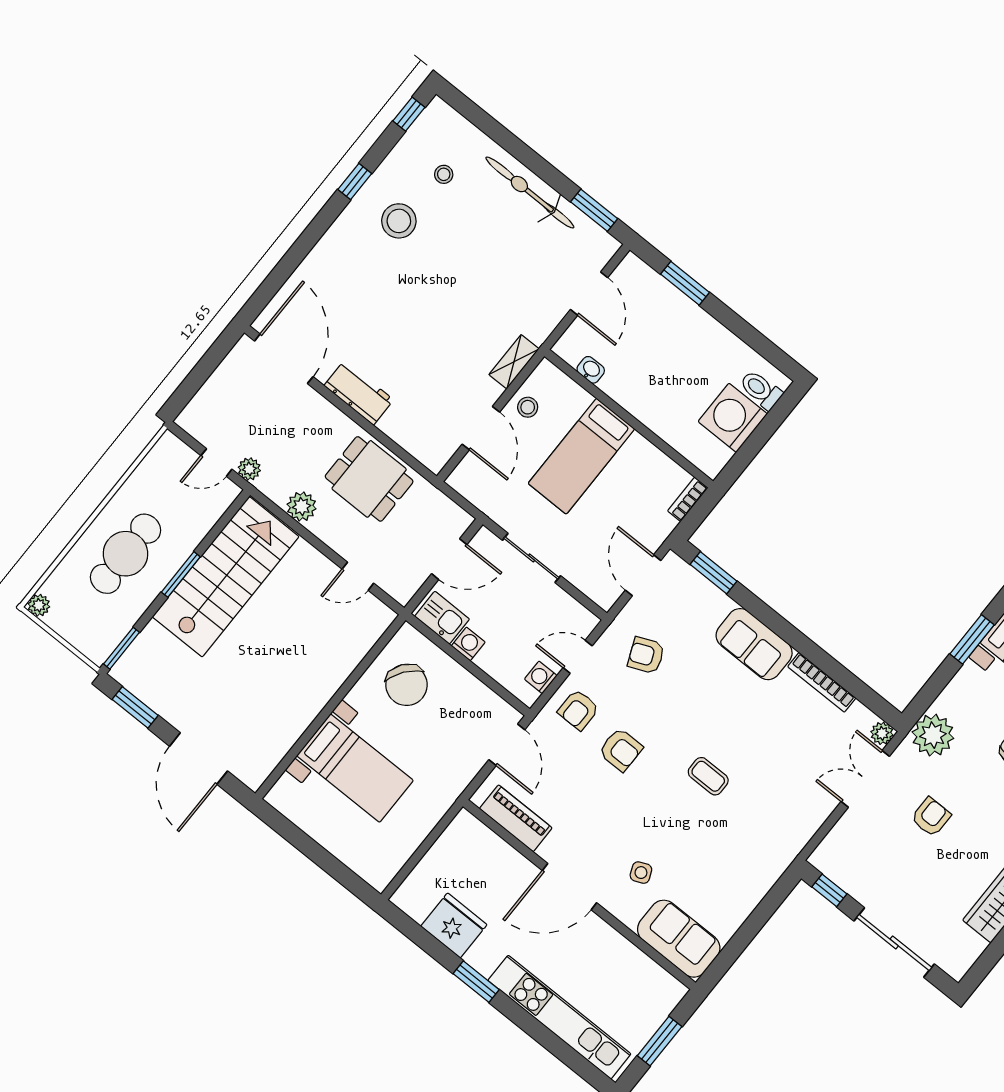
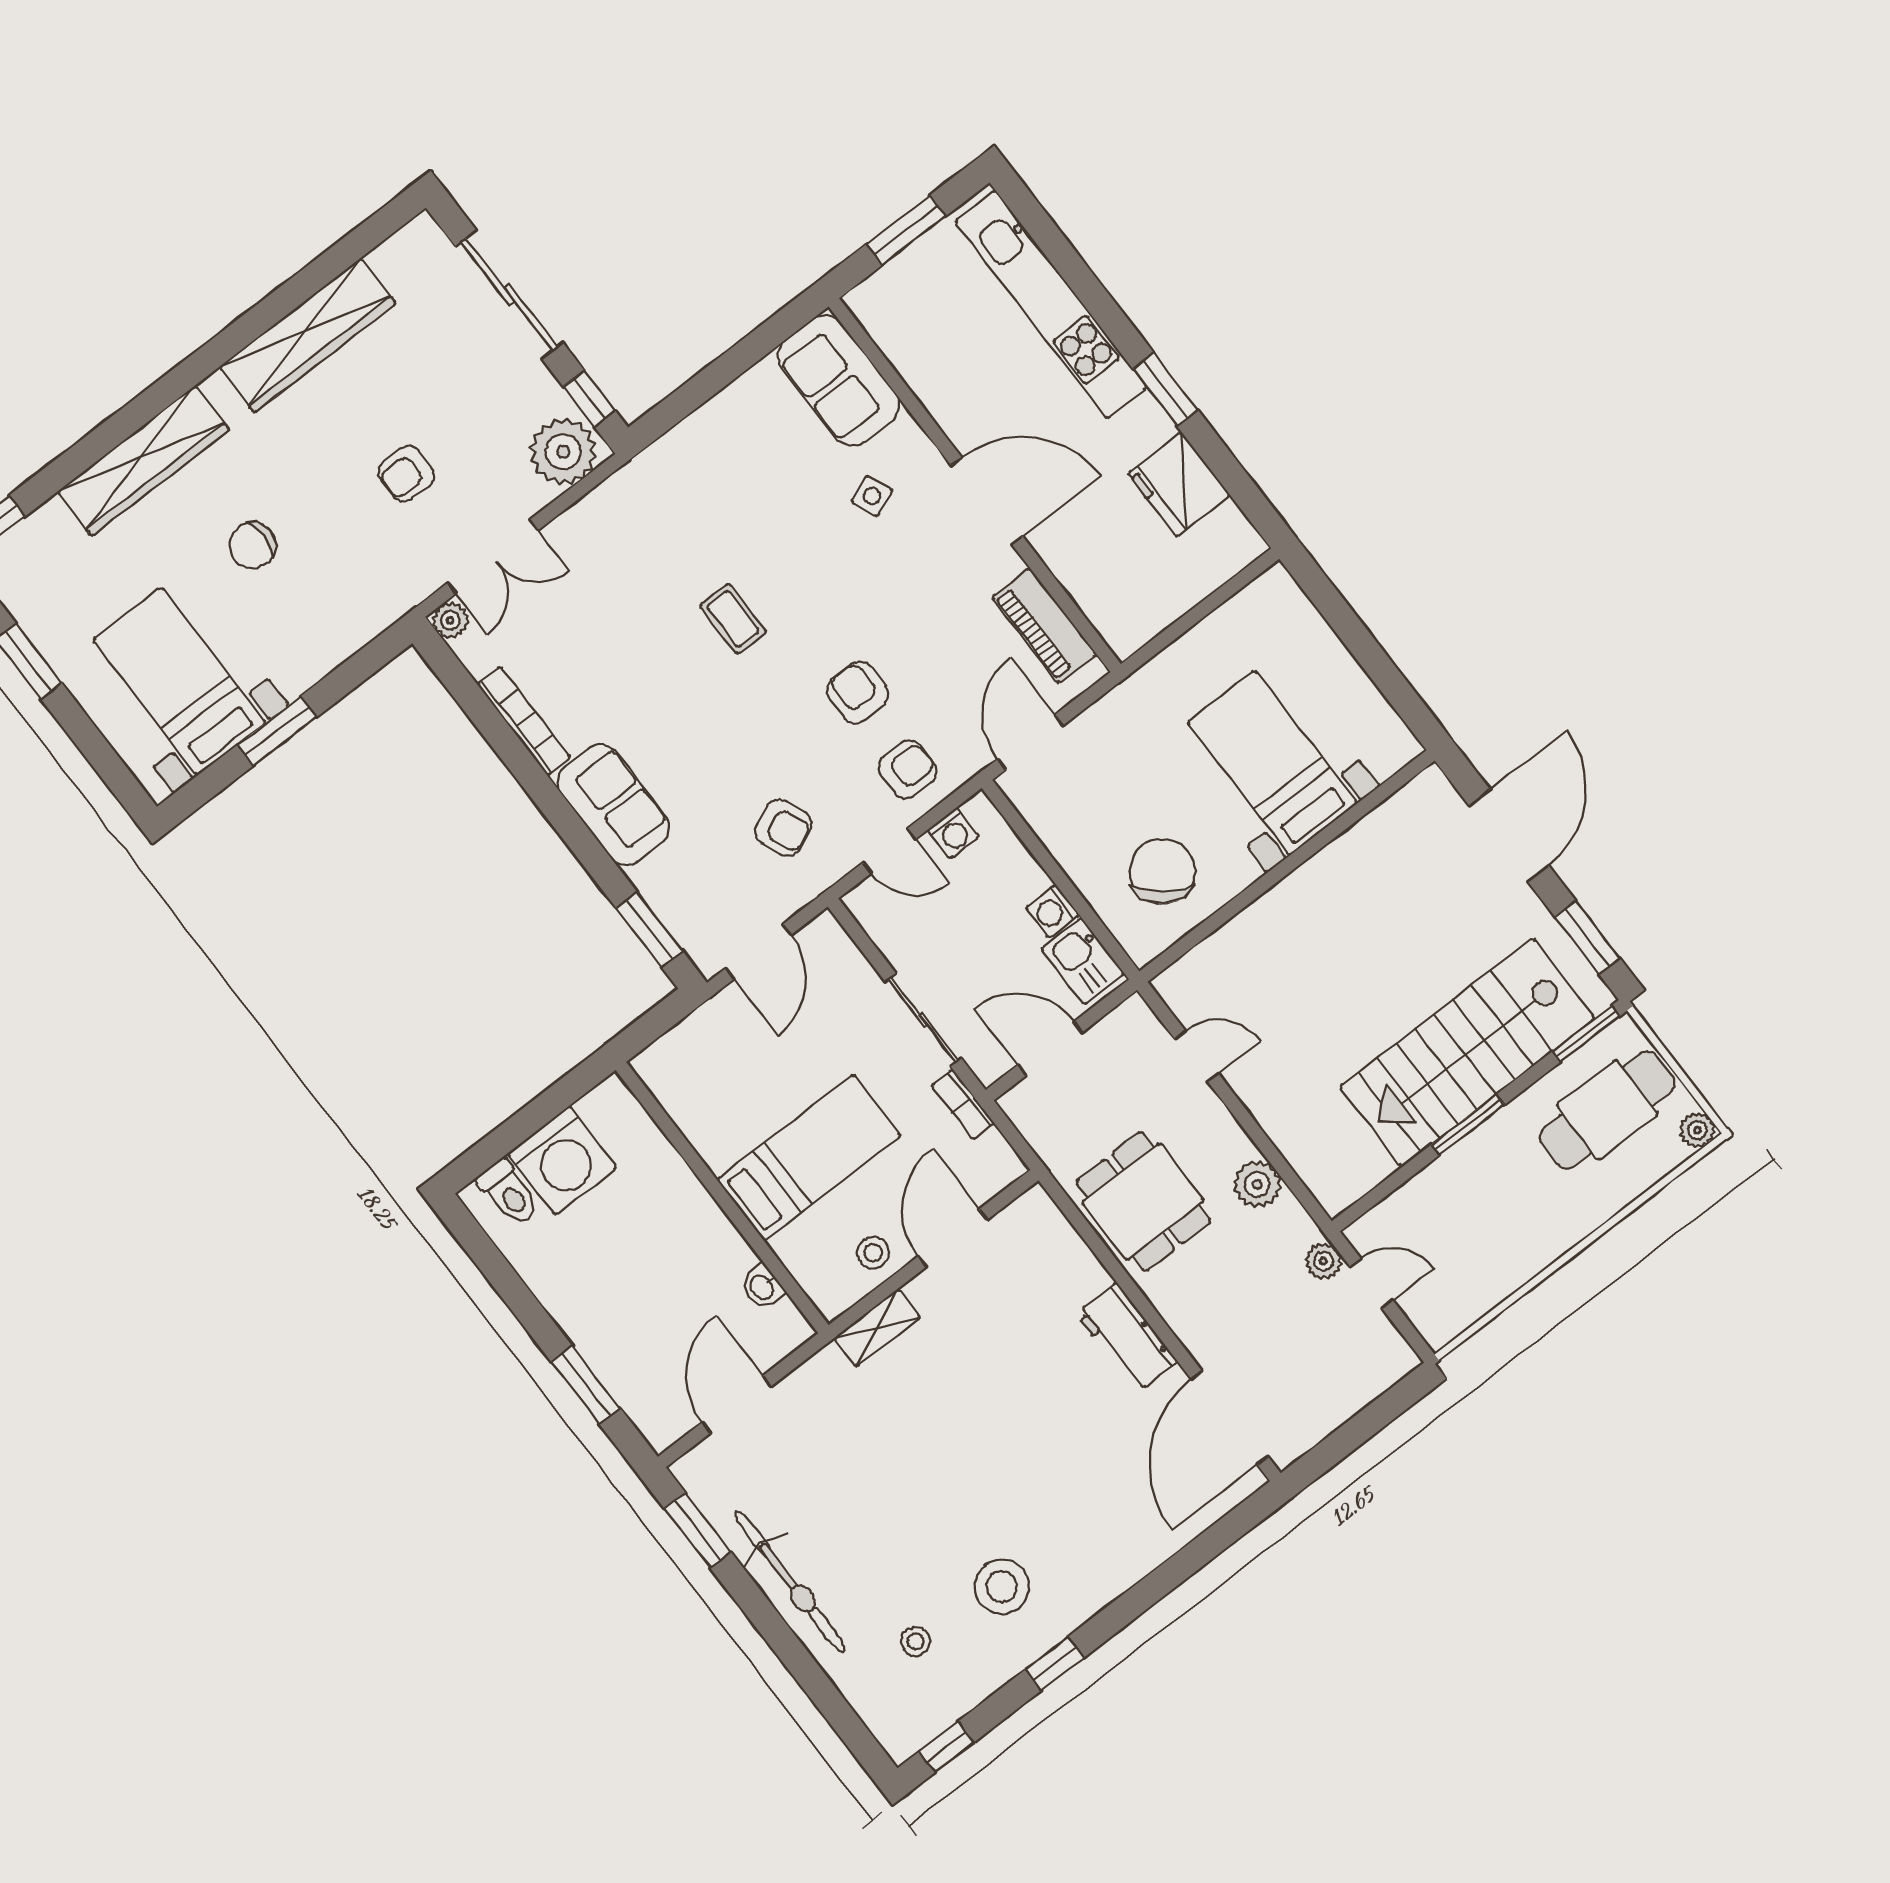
bookcase: (688, 499) -> (963, 1104), moved, turned 90
cafe table: (126, 554) -> (1607, 1110), moved
stairs: (226, 577) -> (1467, 1053), moved
plant: (933, 735) -> (563, 452), moved

